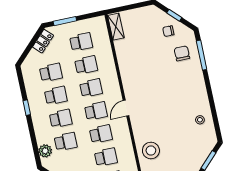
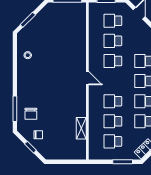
shelving: (116, 27) -> (81, 128), moved
door: (126, 108) -> (87, 78), hinge flipped
school desk: (96, 111) -> (113, 81), removed
stool: (151, 151) -> (74, 38), removed

